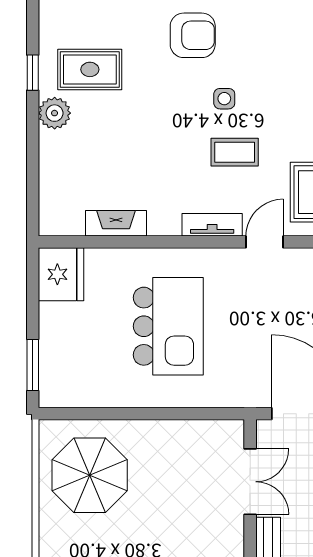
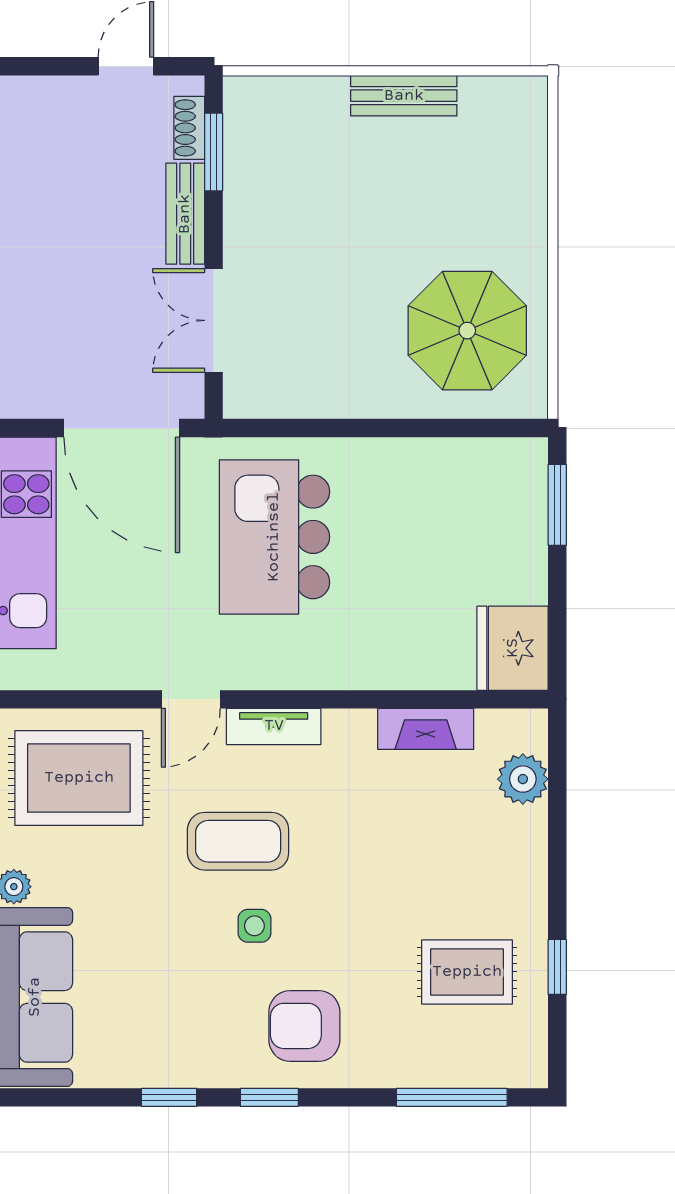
plant: (55, 113) -> (523, 779), moved
coffee table: (235, 152) -> (238, 841), width x1.36, depth x1.30
kitchen island: (168, 326) -> (274, 537), moved

